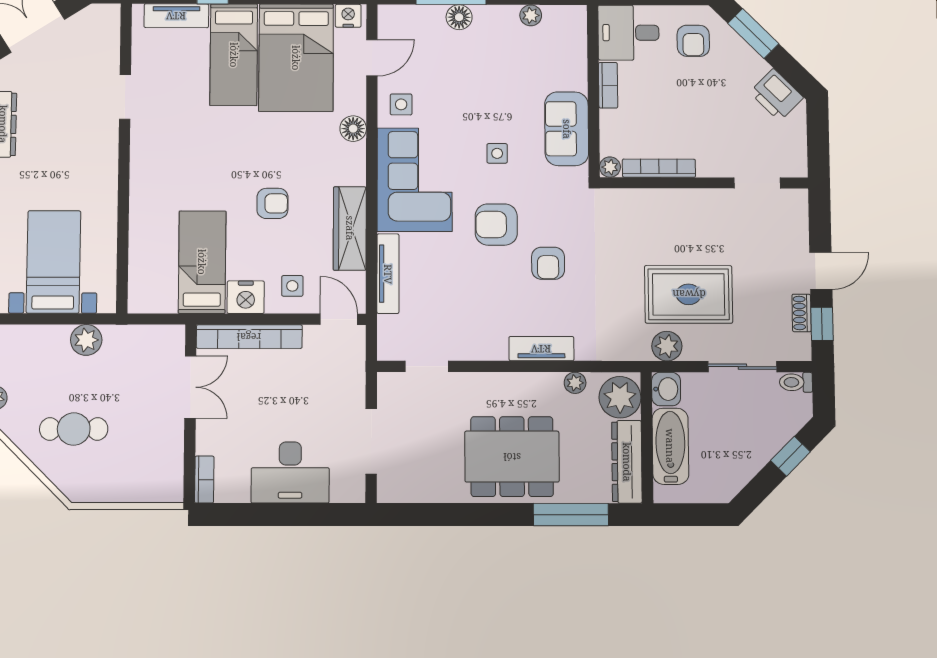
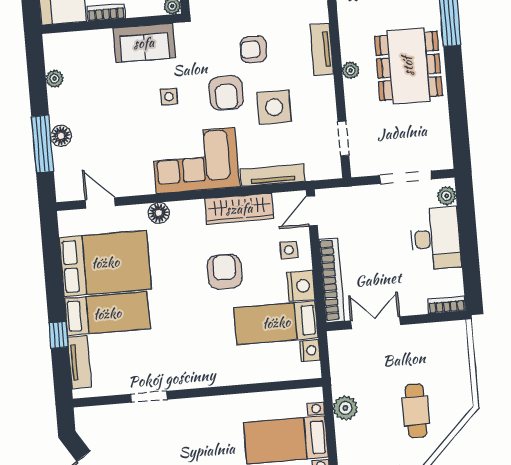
nightstand: (348, 16) -> (310, 351), moved, turned 180
side table: (401, 104) -> (274, 107), moved, width x1.87, depth x1.87
armchair: (272, 203) -> (224, 272), width x1.38, depth x1.38
armchair: (548, 263) -> (254, 49), turned 180
plant: (575, 383) -> (351, 70), moved
plant: (343, 491) -> (447, 196), added

